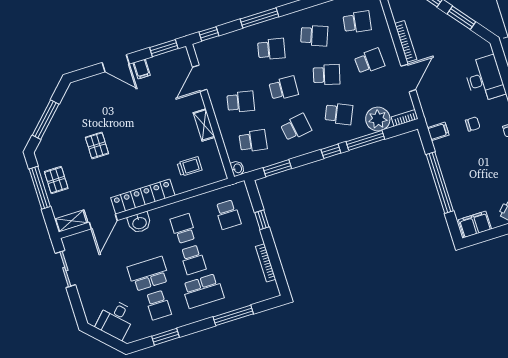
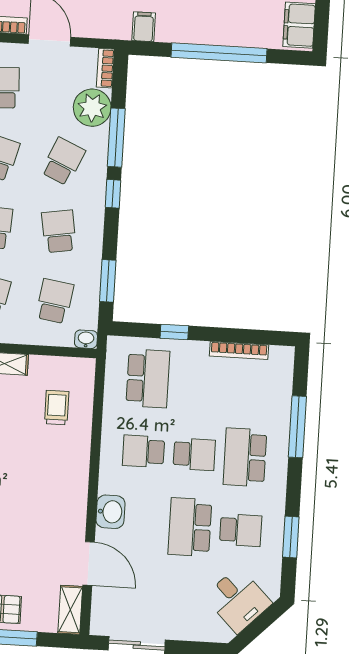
locker: (143, 197) -> (74, 492), removed
school desk: (228, 215) -> (148, 378), width x1.85
school desk: (203, 291) -> (245, 457), turned 180

